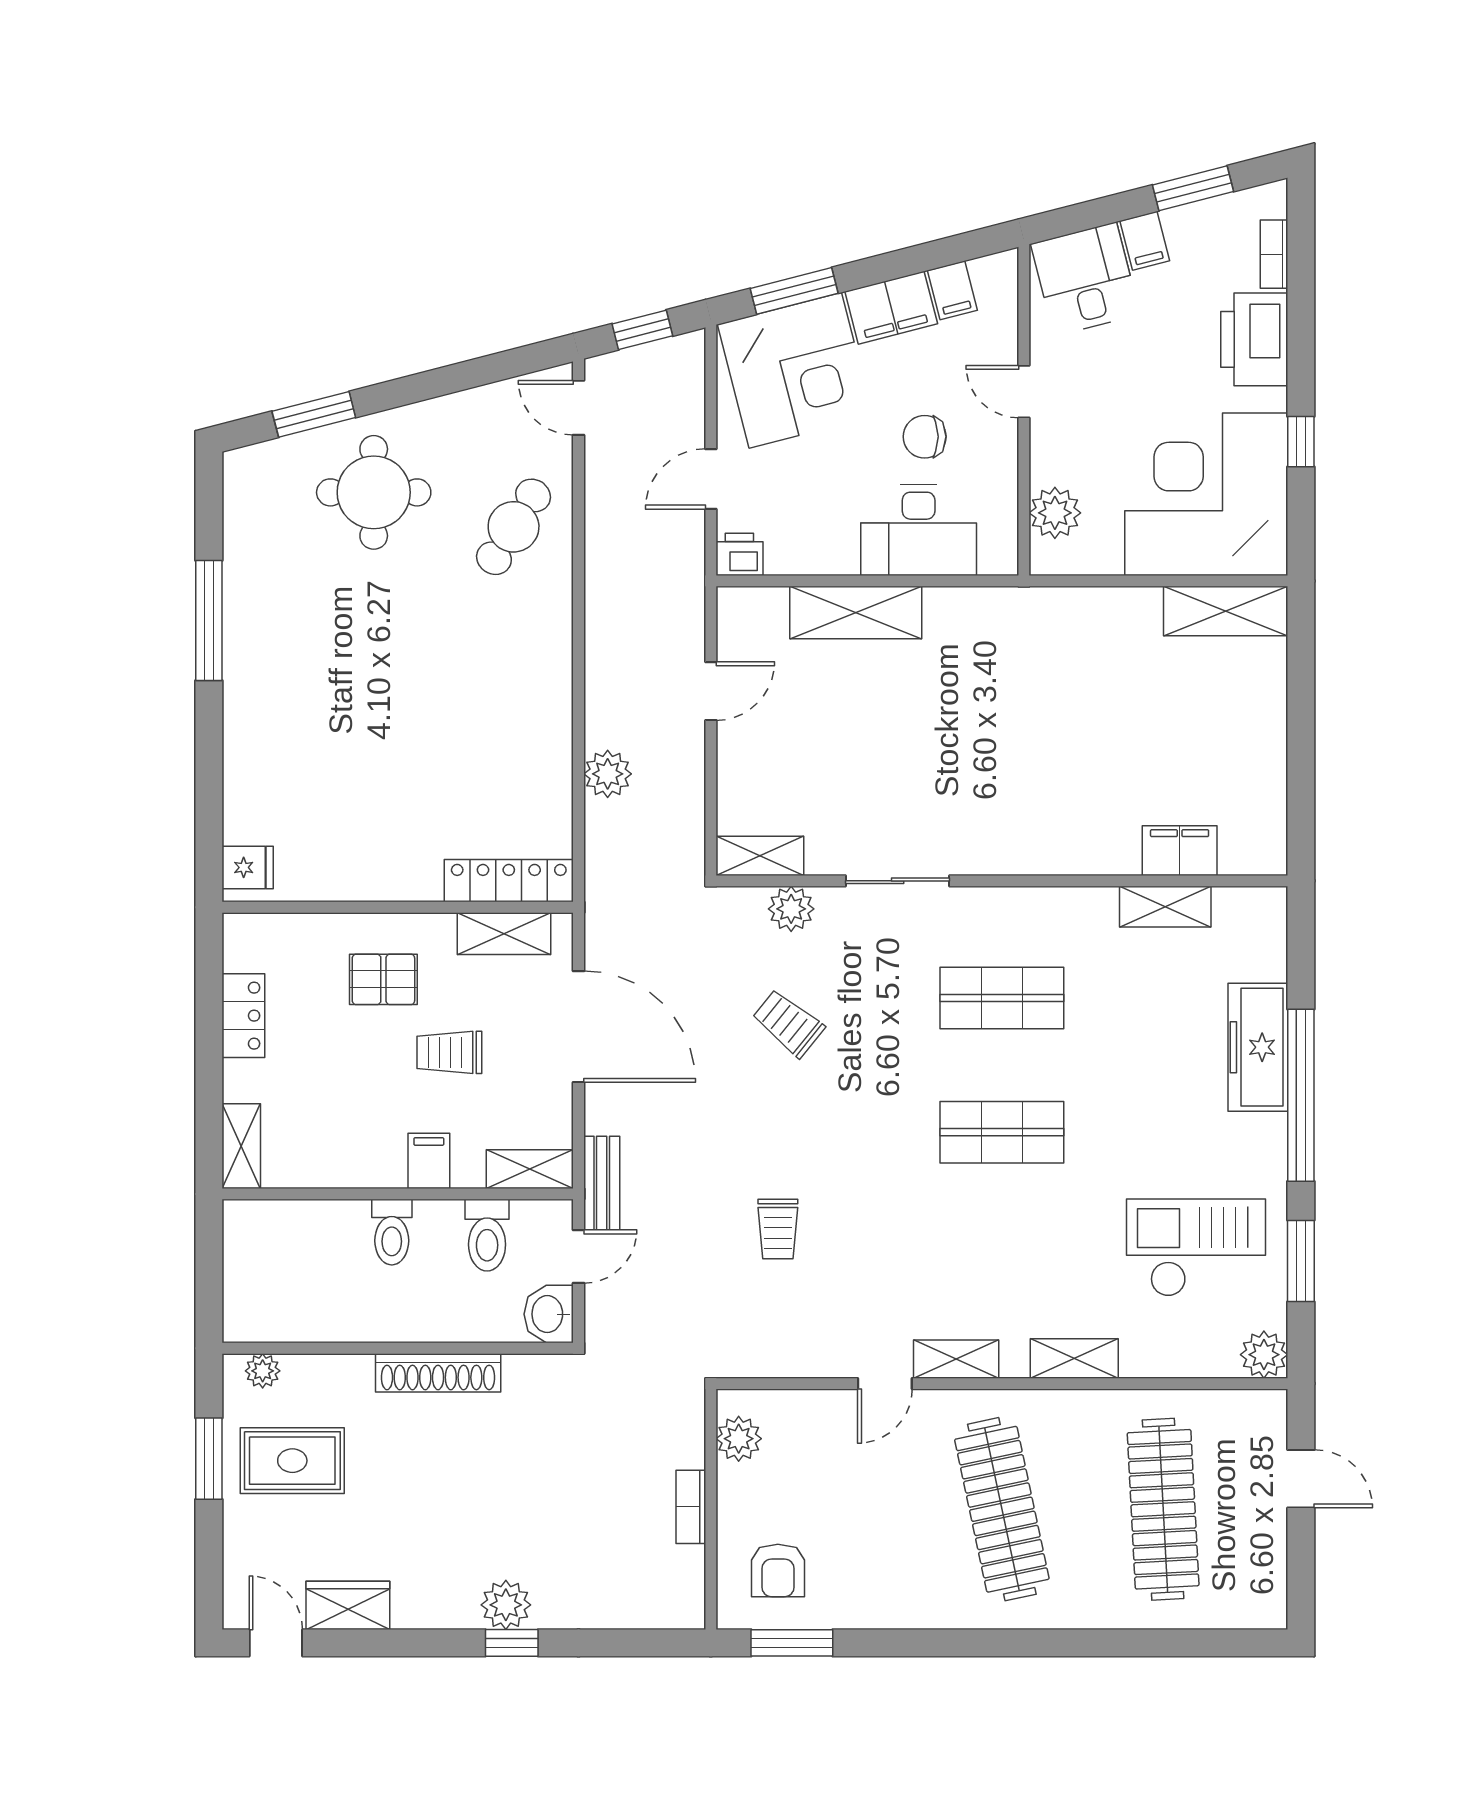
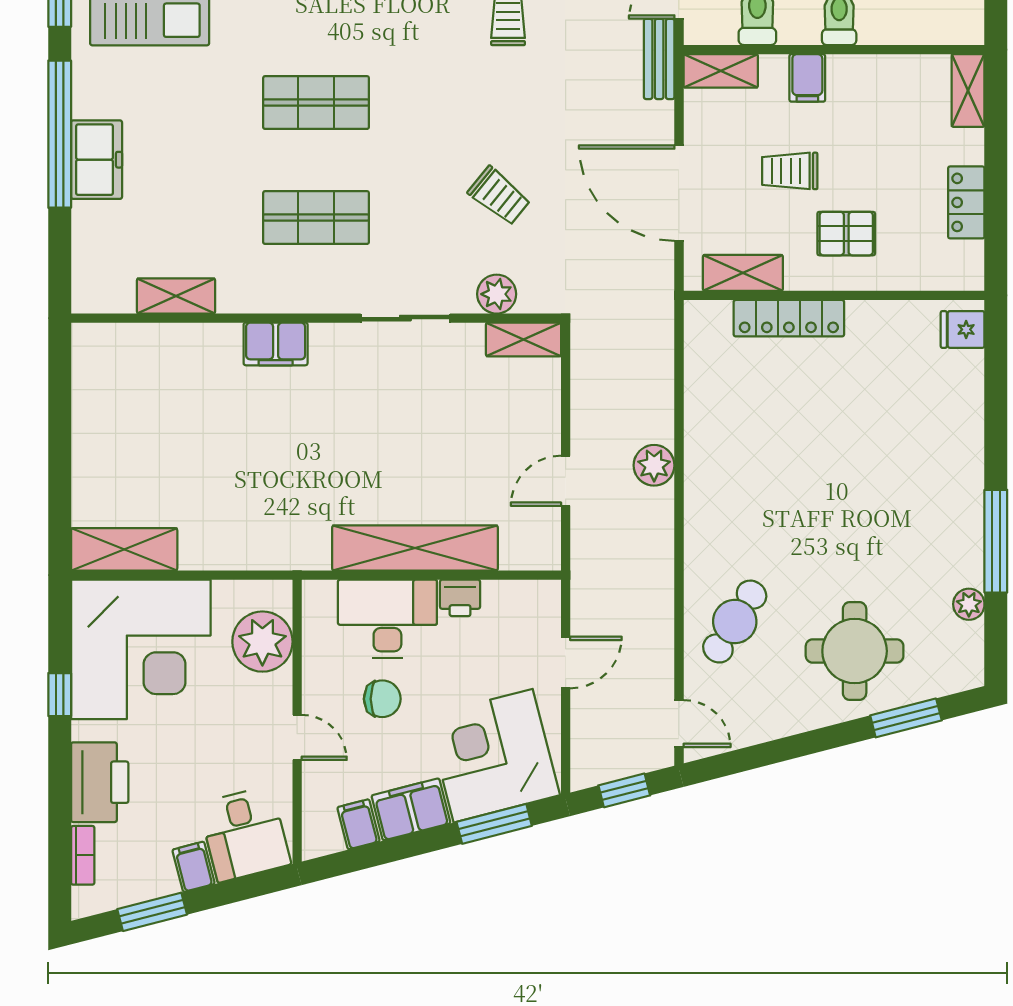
plant: (1055, 513) -> (262, 642), width x1.36, depth x1.36
plant: (240, 547) -> (969, 604), added
printer: (739, 554) -> (460, 598), moved
shelving: (856, 613) -> (415, 548), width x1.47
plant: (608, 774) -> (654, 465), moved
filing cabinet: (1180, 851) -> (276, 344), moved
locker: (509, 881) -> (789, 318), moved
freezer: (1258, 1047) -> (97, 160), width x0.71
trolley: (449, 1052) -> (790, 171), turned 180

